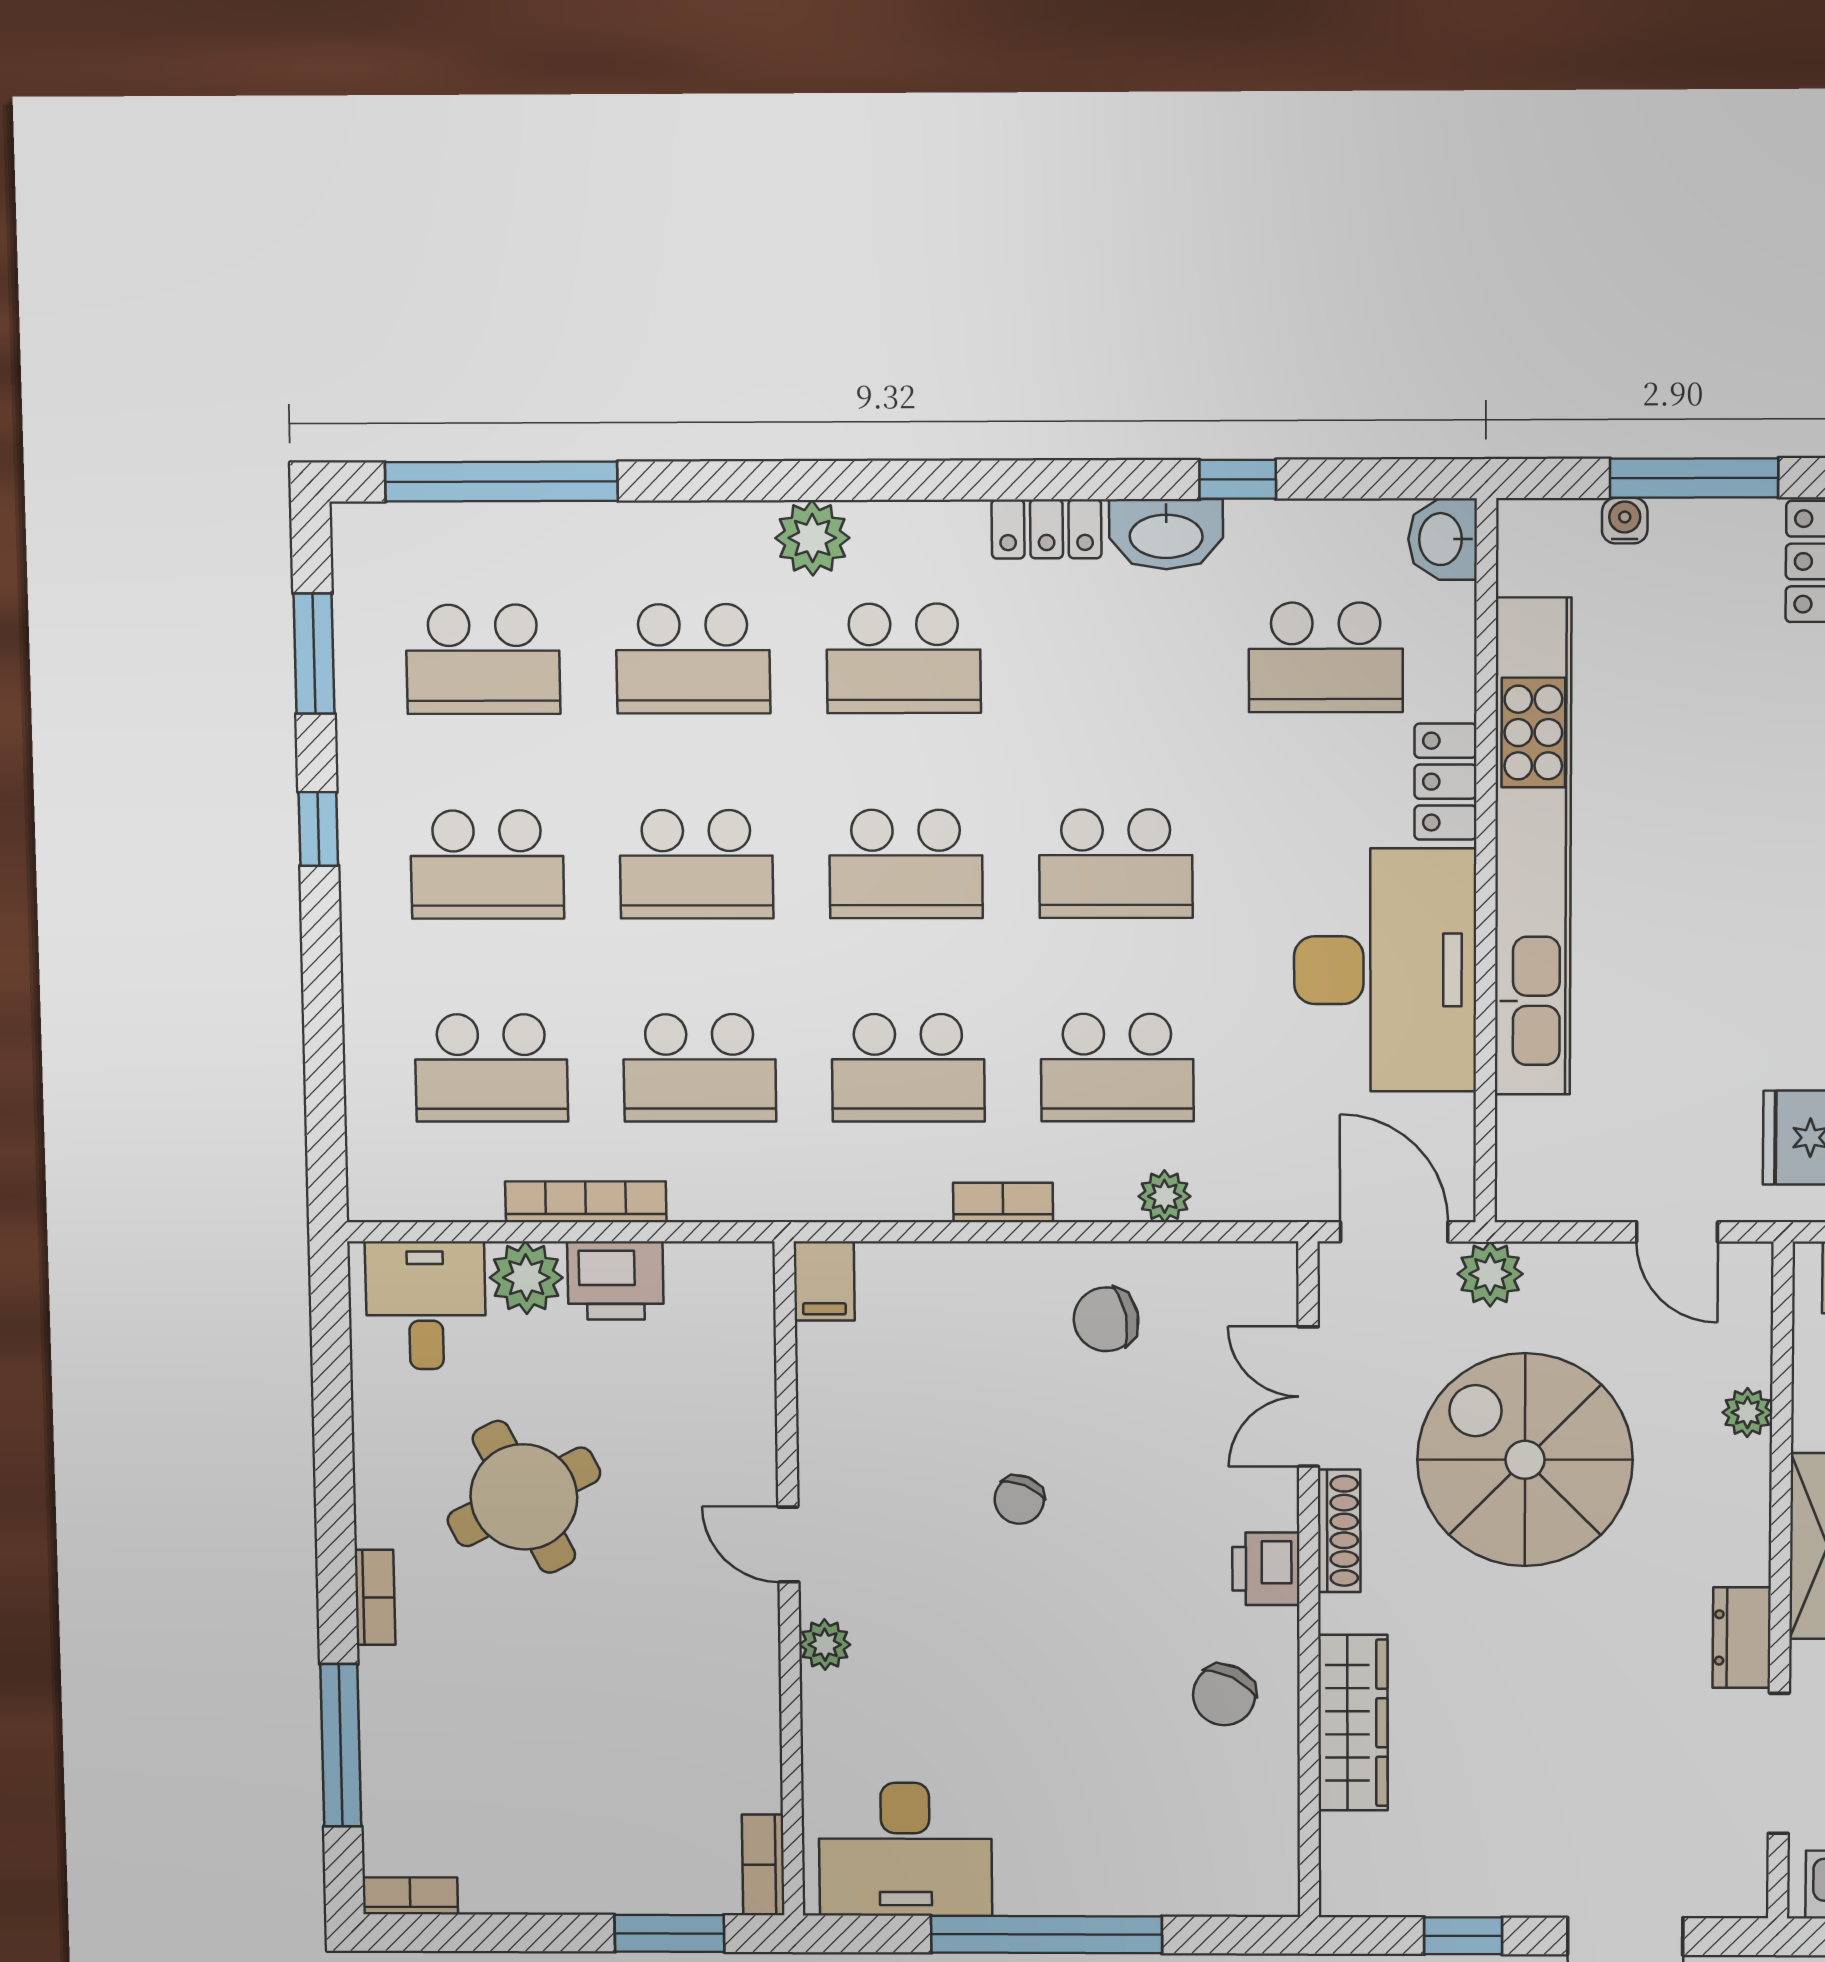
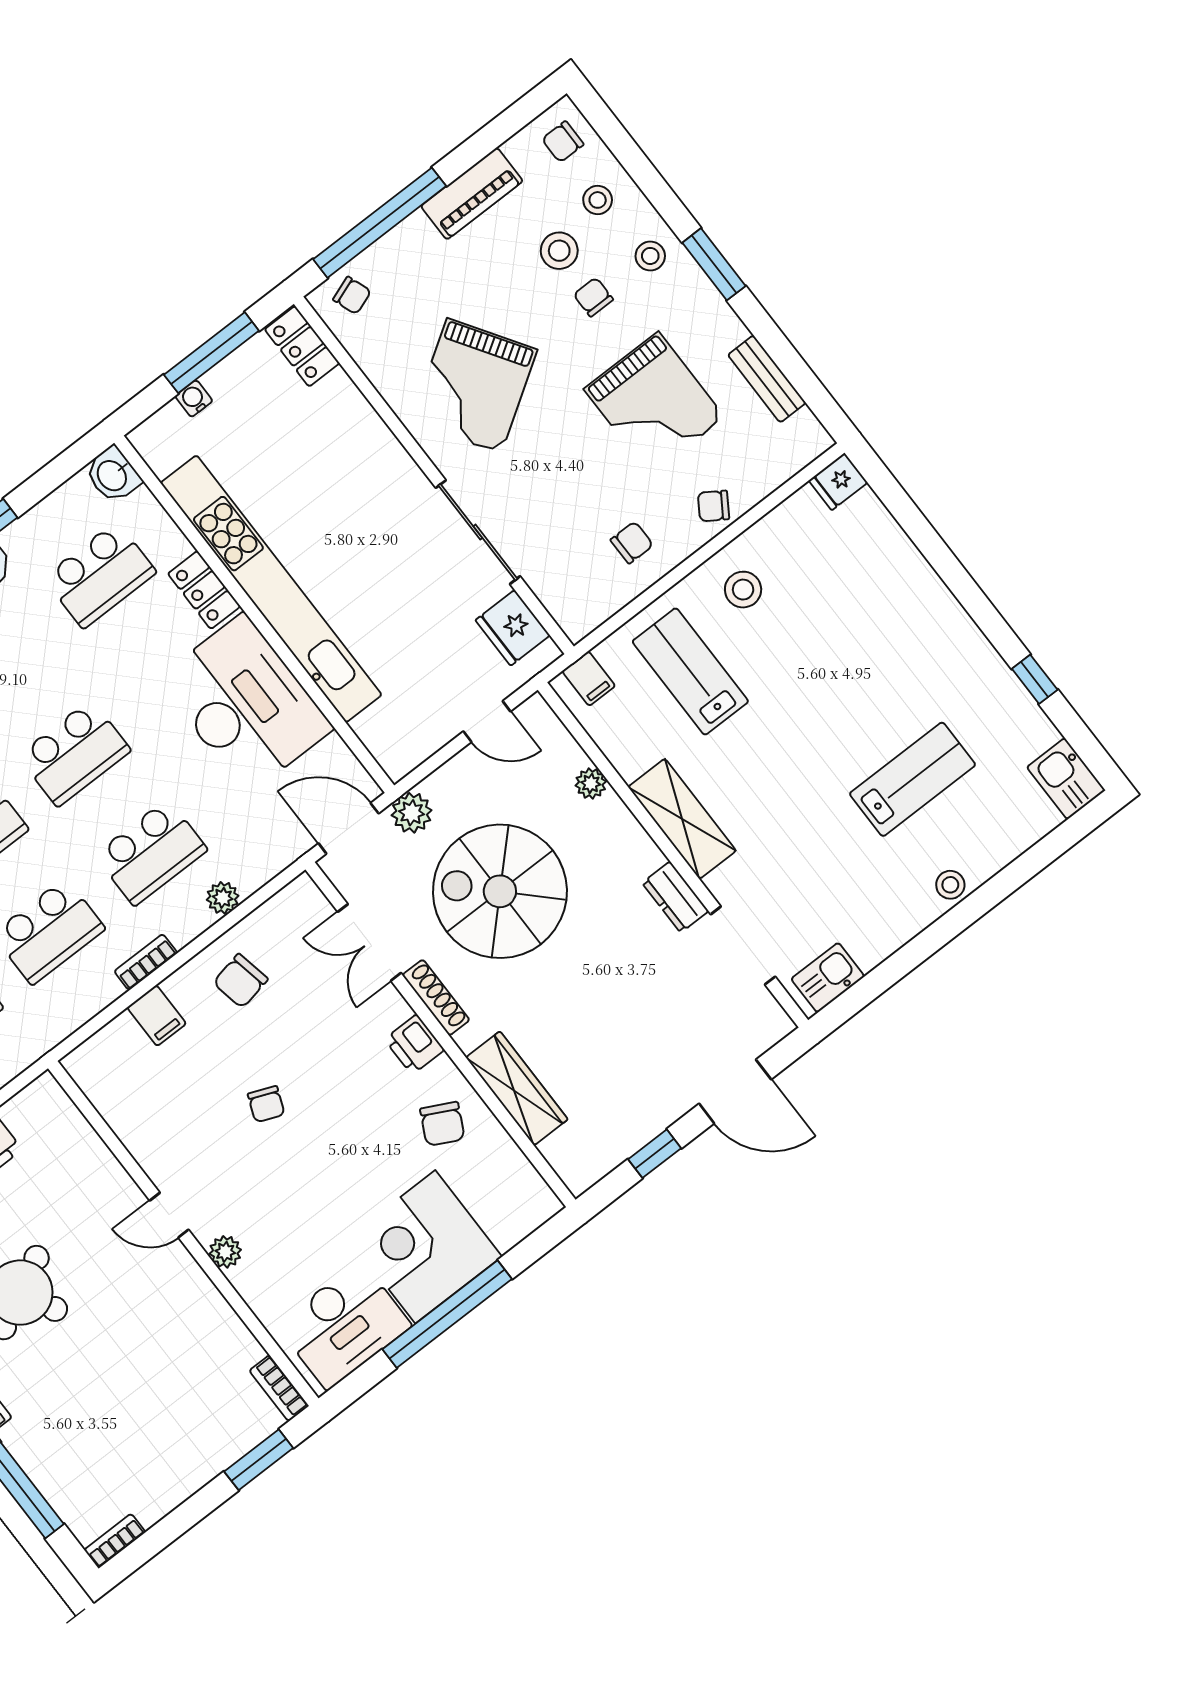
filing cabinet: (824, 1281) -> (157, 1016), moved
corner desk: (1083, 1831) -> (425, 1247), added

